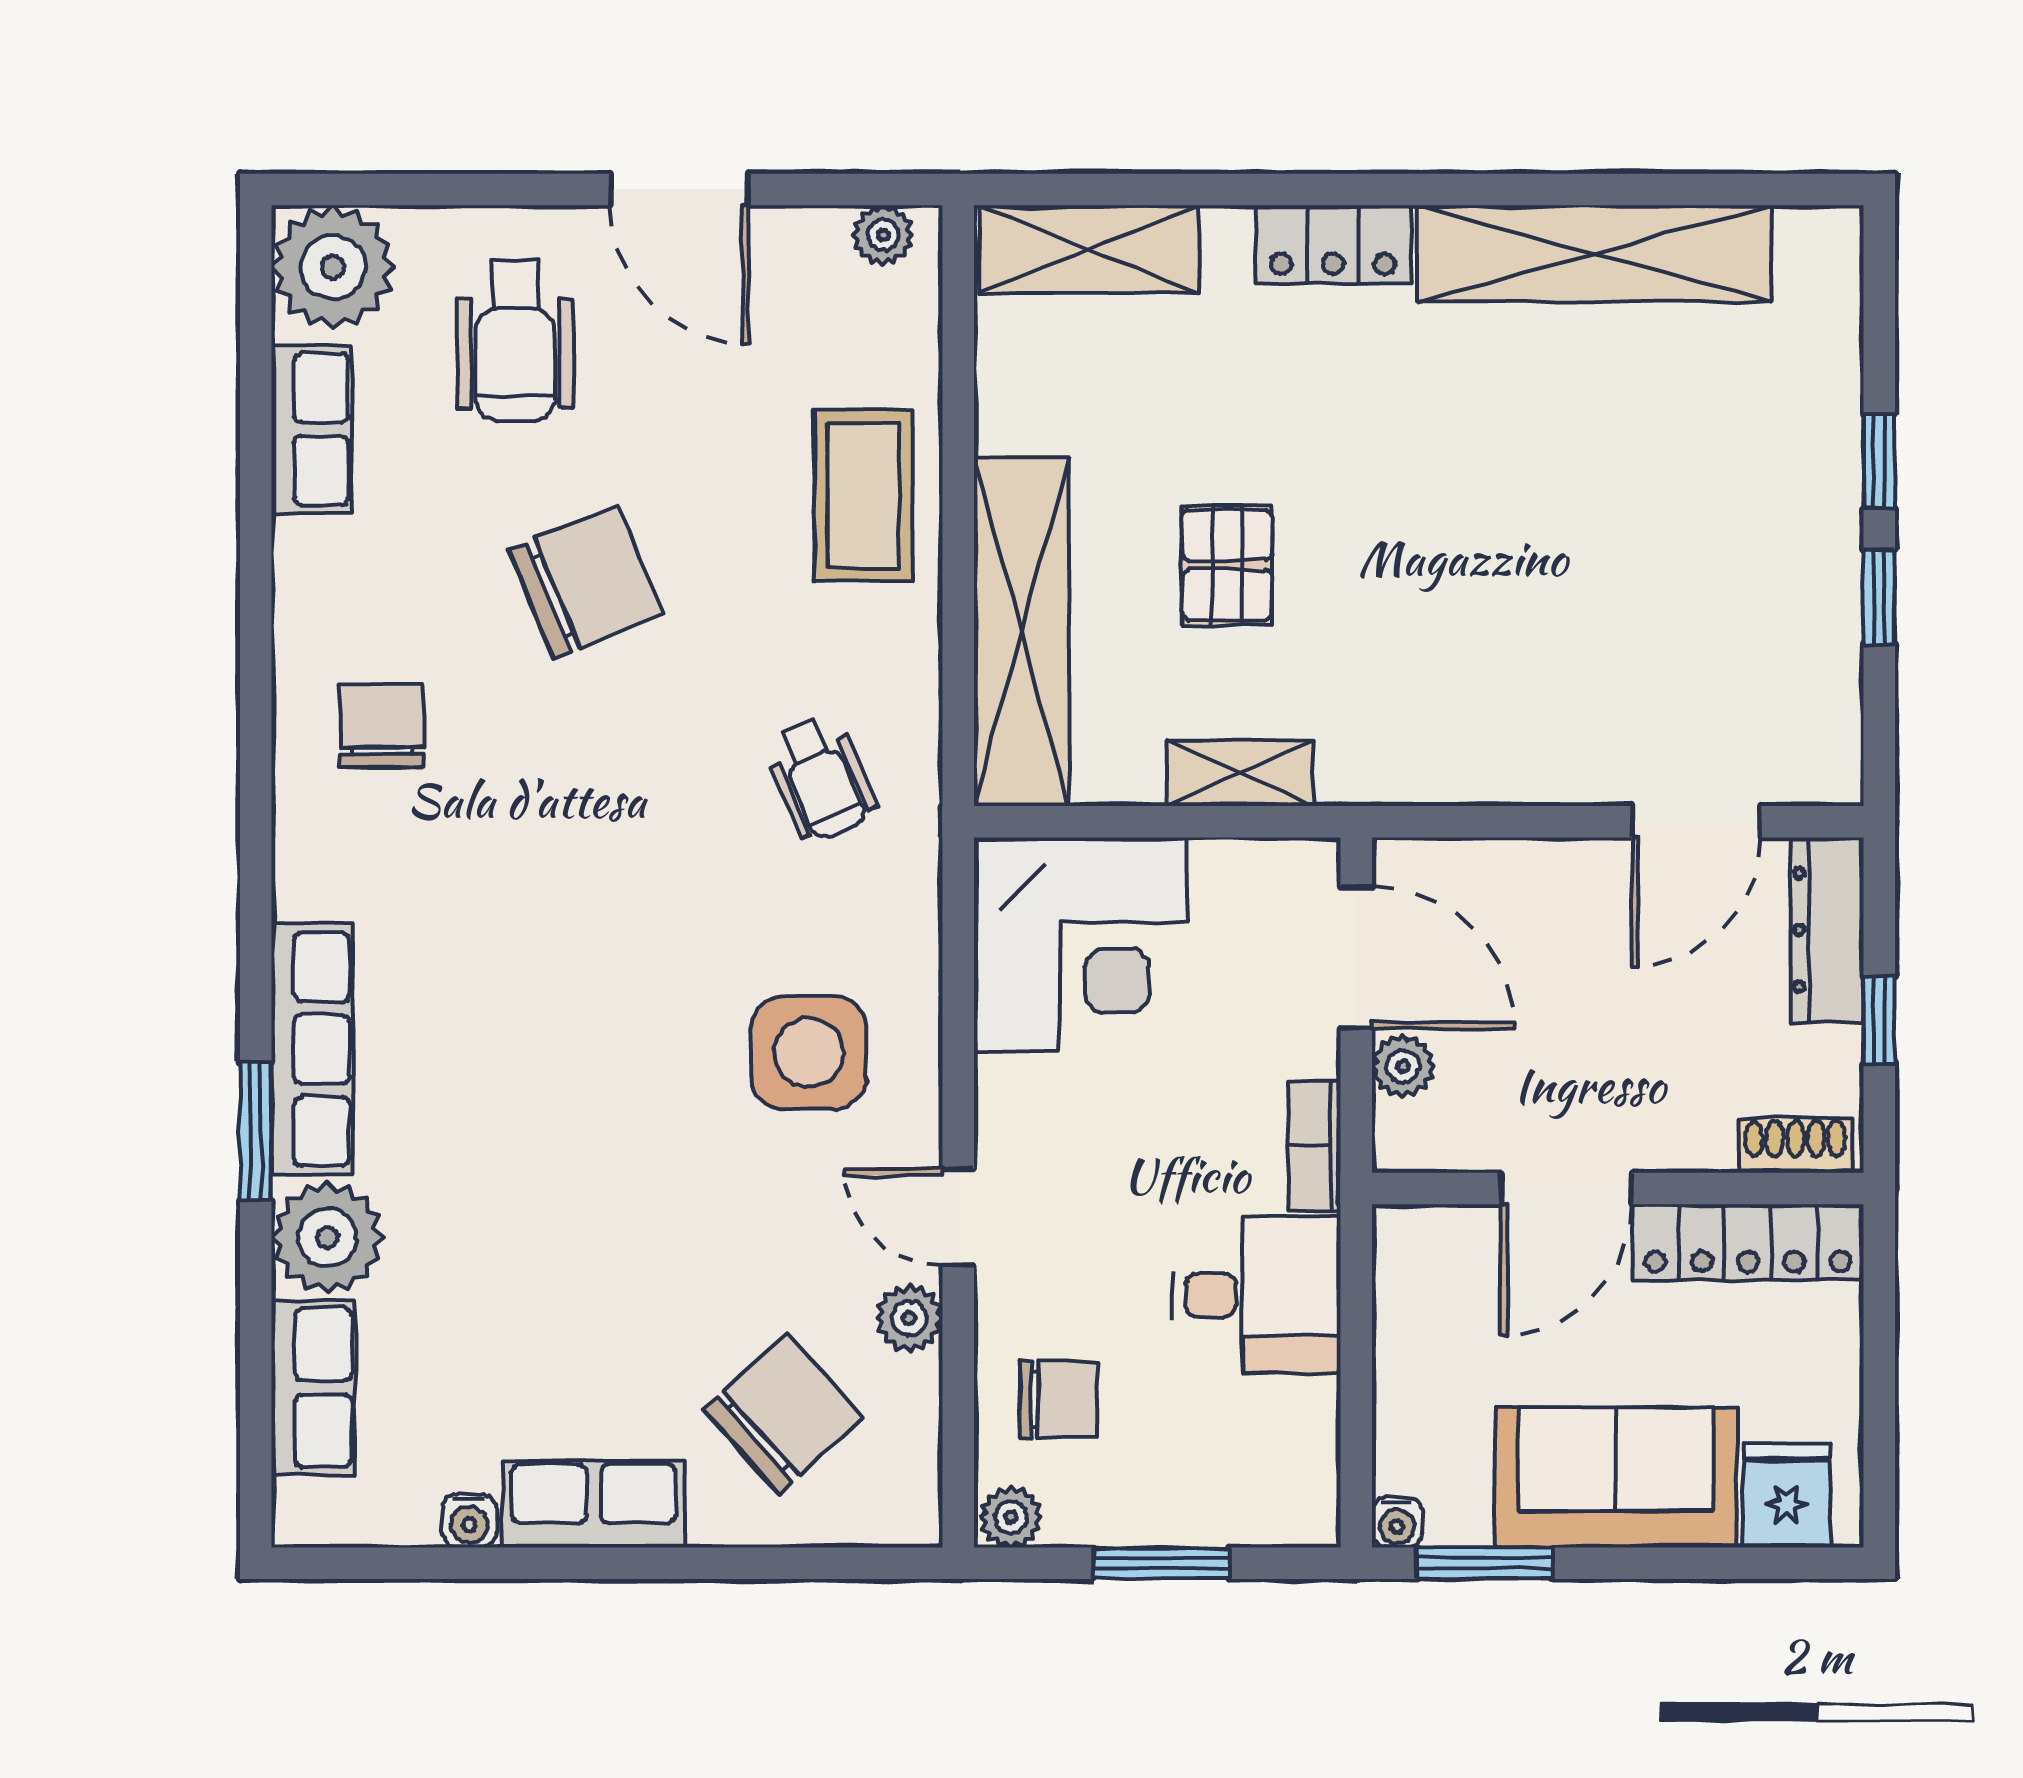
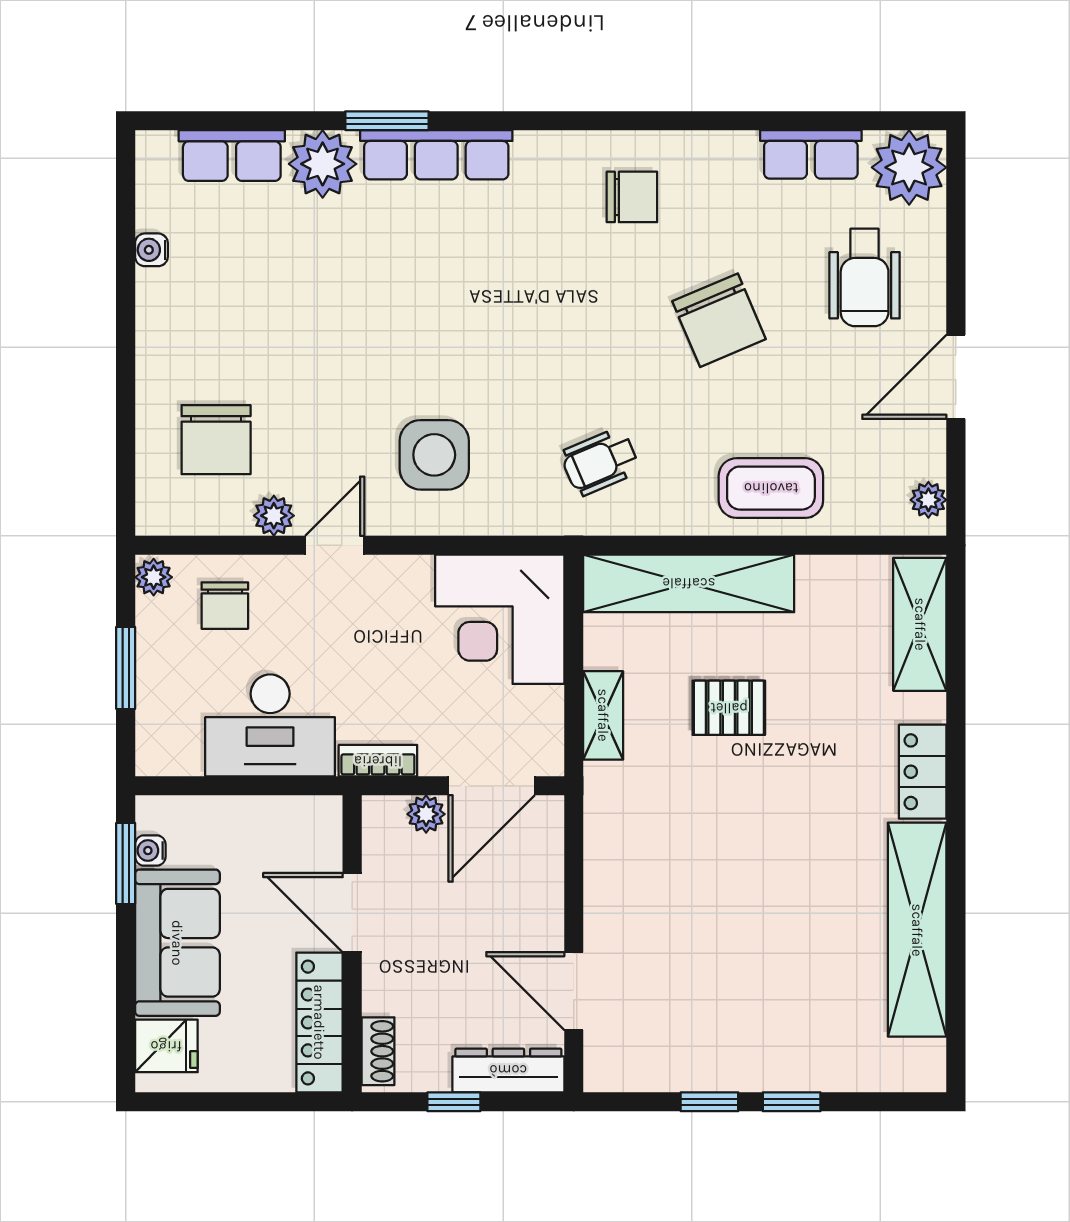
wheelchair: (515, 341) -> (865, 277), turned -90
desk: (1256, 1295) -> (270, 725), width x1.37
chair: (783, 1414) -> (216, 440), turned 42
row of seats: (594, 1504) -> (161, 325), removed
water cooler: (1397, 1522) -> (150, 851), moved

